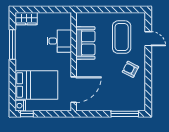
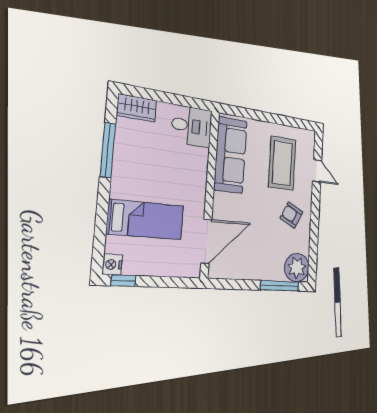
desk: (59, 41) -> (192, 126), moved
sofa: (85, 43) -> (231, 155), width x1.36
bed: (36, 85) -> (146, 220), width x0.67
plant: (137, 102) -> (297, 268), added

